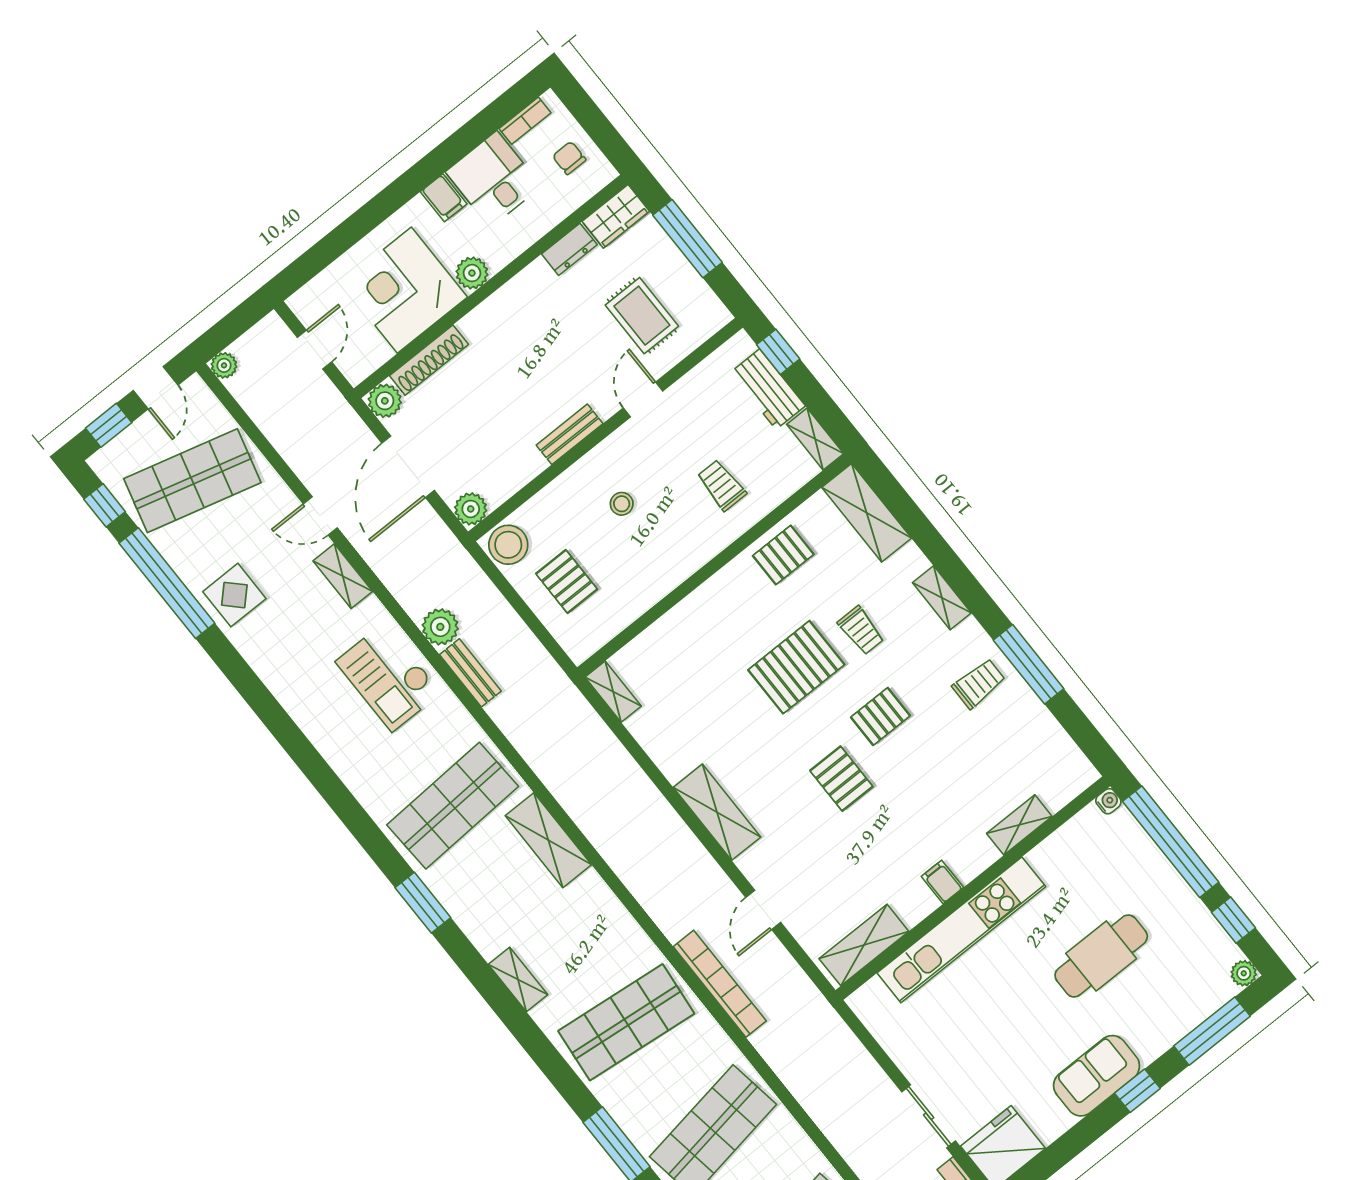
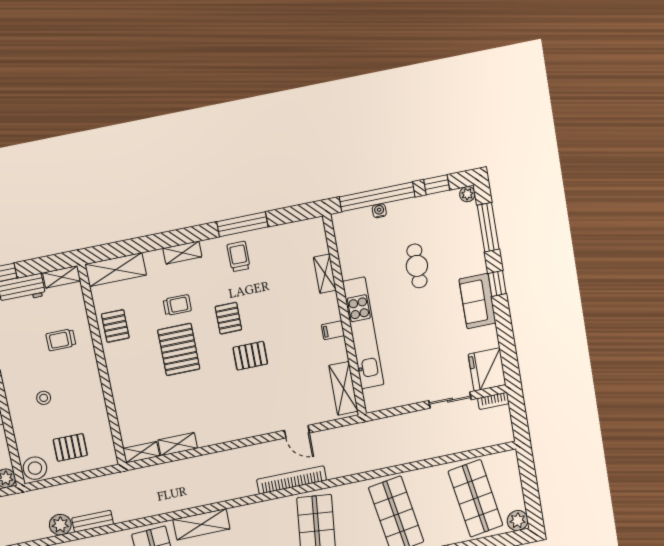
water cooler: (1108, 801) -> (379, 211), moved
shelving: (717, 812) -> (178, 444), moved, width x0.67, depth x0.75
cafe table: (1101, 956) -> (417, 266), width x0.73, depth x0.74
bookcase: (720, 984) -> (292, 480), moved

